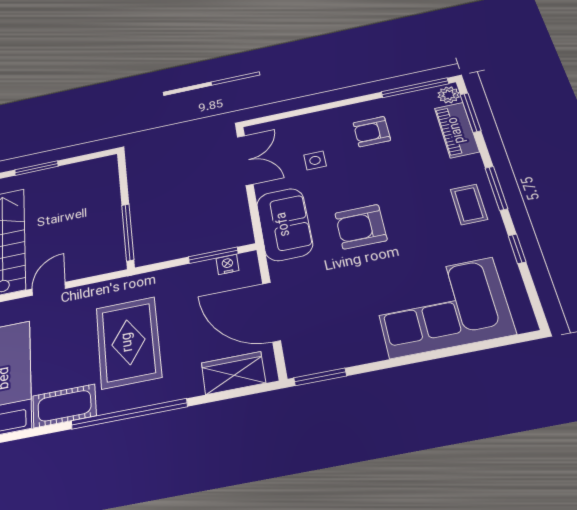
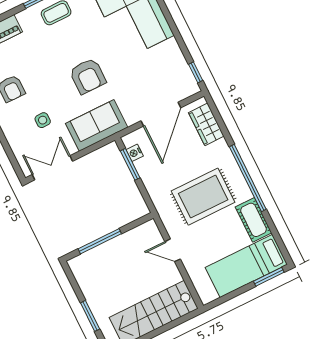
window: (128, 232) -> (100, 241), moved
door: (49, 289) -> (173, 250), moved
window: (320, 377) -> (196, 72), width x0.67

